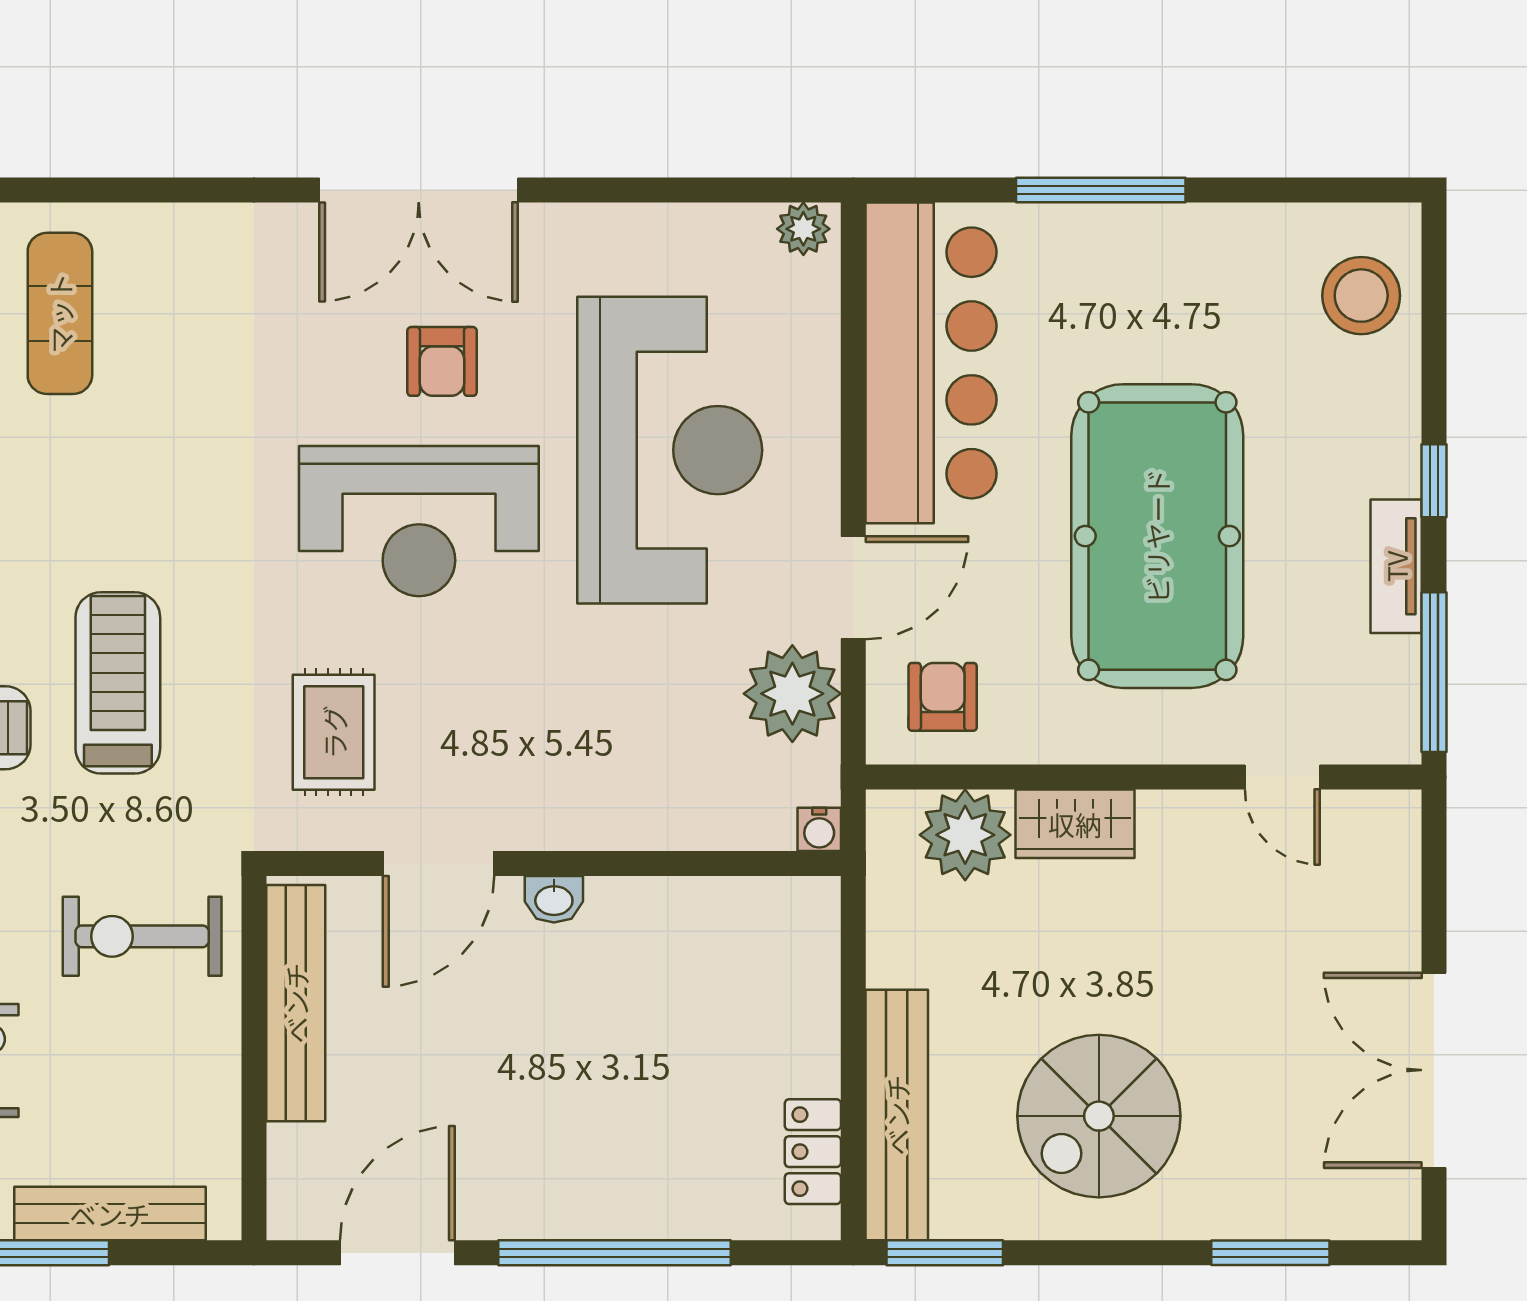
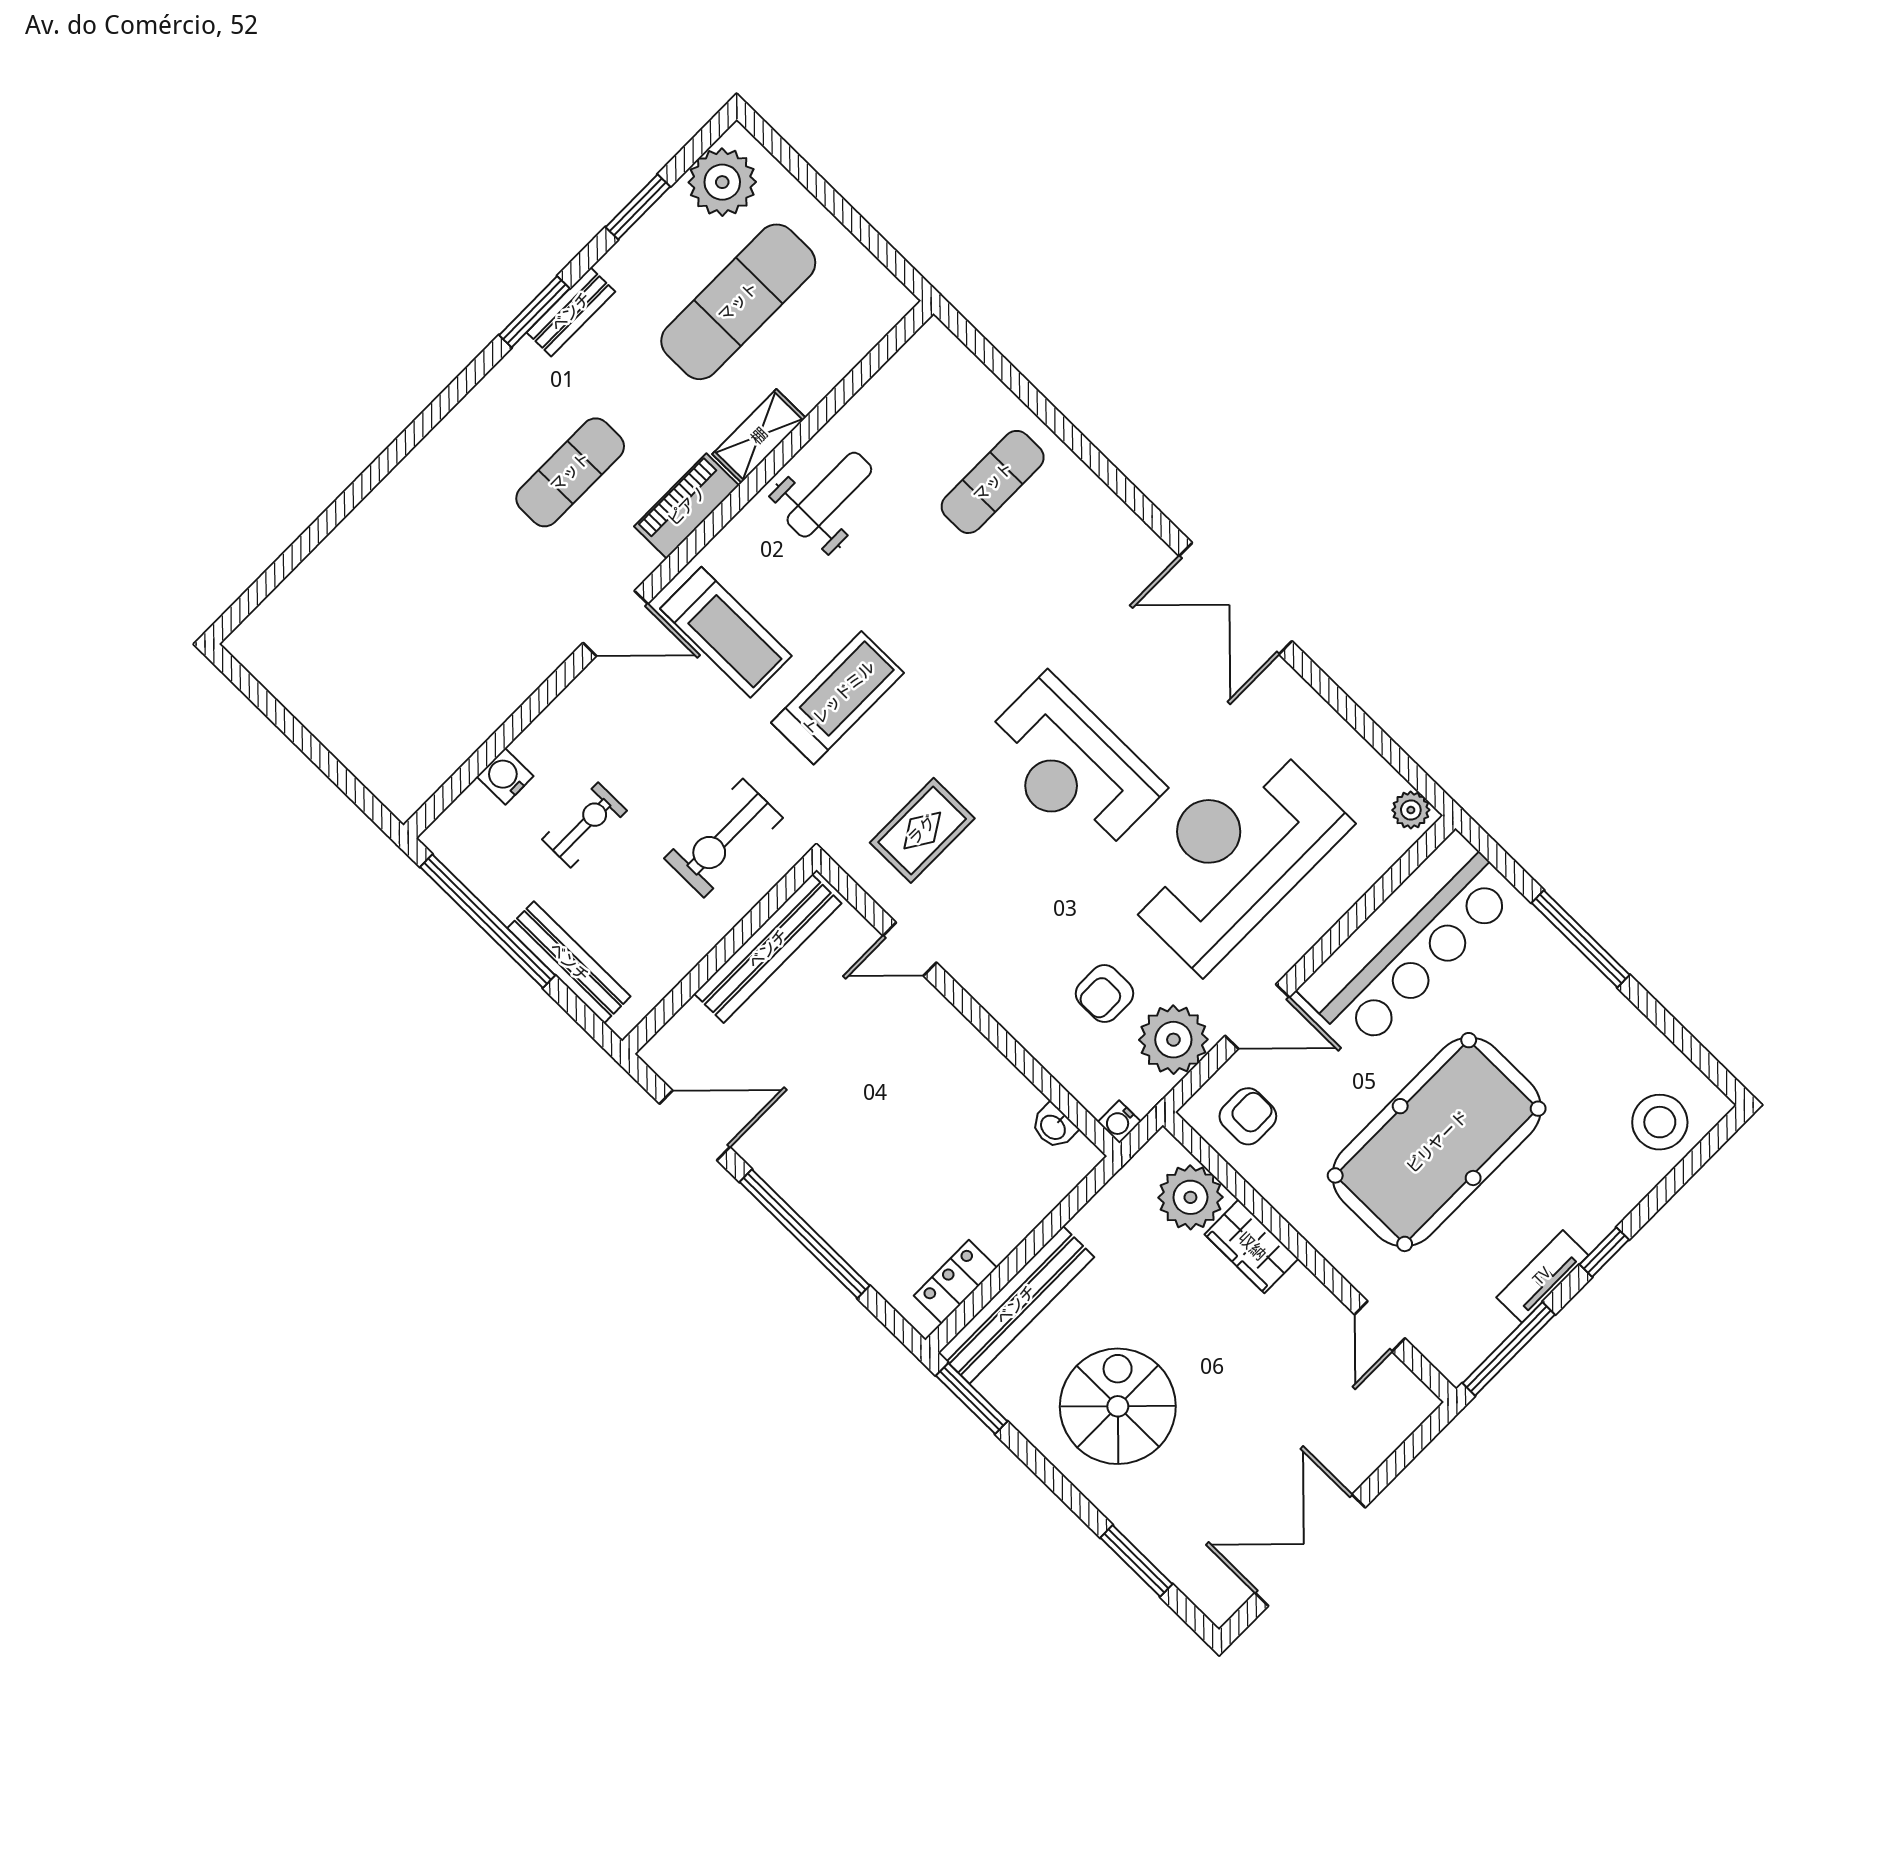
armchair: (442, 361) -> (1104, 994), moved
reception desk: (670, 450) -> (1233, 855), turned 180
door: (439, 863) -> (910, 949), width x0.73
washbasin: (554, 899) -> (1054, 1127), moved
exercise bike: (142, 936) -> (723, 838), turned -90
spiral stairs: (1099, 1116) -> (1118, 1406), turned 90

